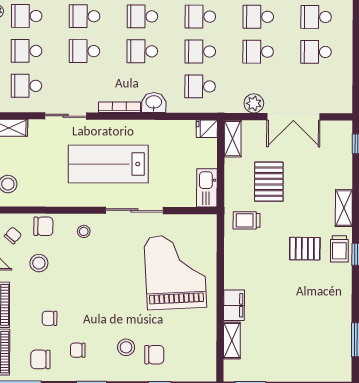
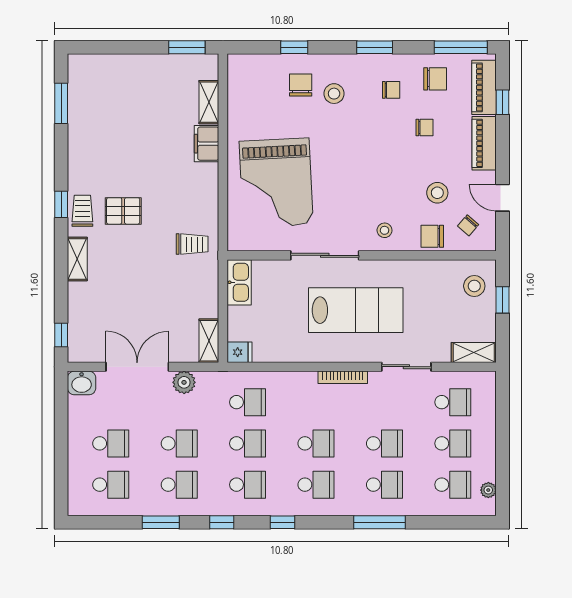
washbasin: (154, 103) -> (82, 383), moved
pallet: (269, 182) -> (166, 290), removed
chair: (154, 355) -> (301, 85), turned 90

